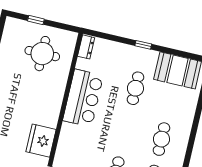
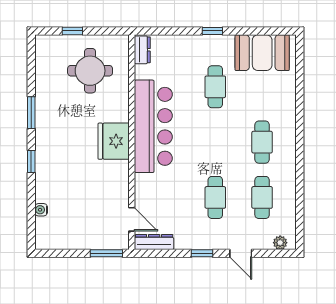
bar counter: (83, 98) -> (153, 126), width x1.36
fridge: (41, 141) -> (114, 141), moved

